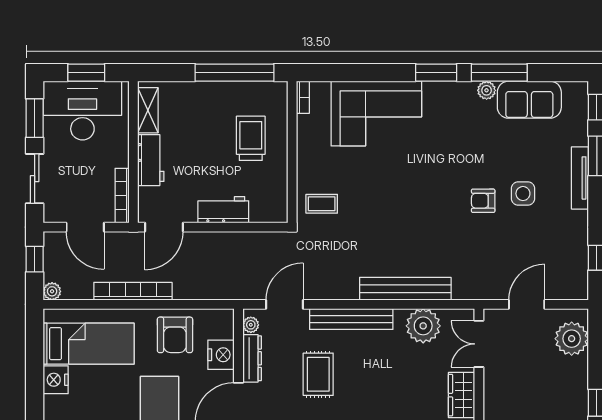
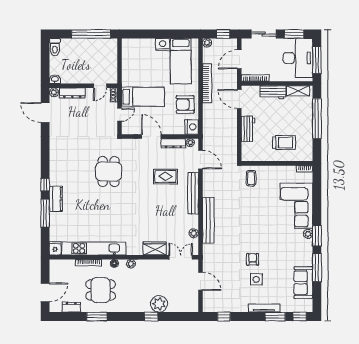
window: (86, 73) -> (317, 60), width x1.44
window: (234, 73) -> (317, 119), moved
plant: (487, 90) -> (308, 234), moved
plant: (423, 326) -> (194, 233), width x0.53, depth x0.53
plant: (572, 339) -> (159, 304), moved
nightstand: (221, 355) -> (192, 127), moved, turned -90

